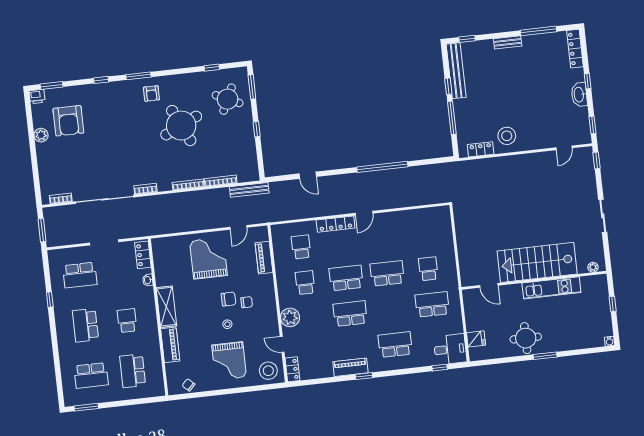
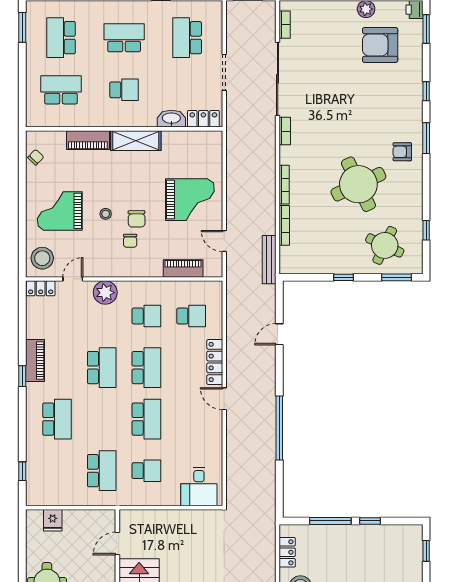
bench: (456, 71) -> (388, 533), removed
washbasin: (148, 280) -> (171, 119), width x1.91, depth x1.45
desk: (450, 349) -> (199, 487), moved

